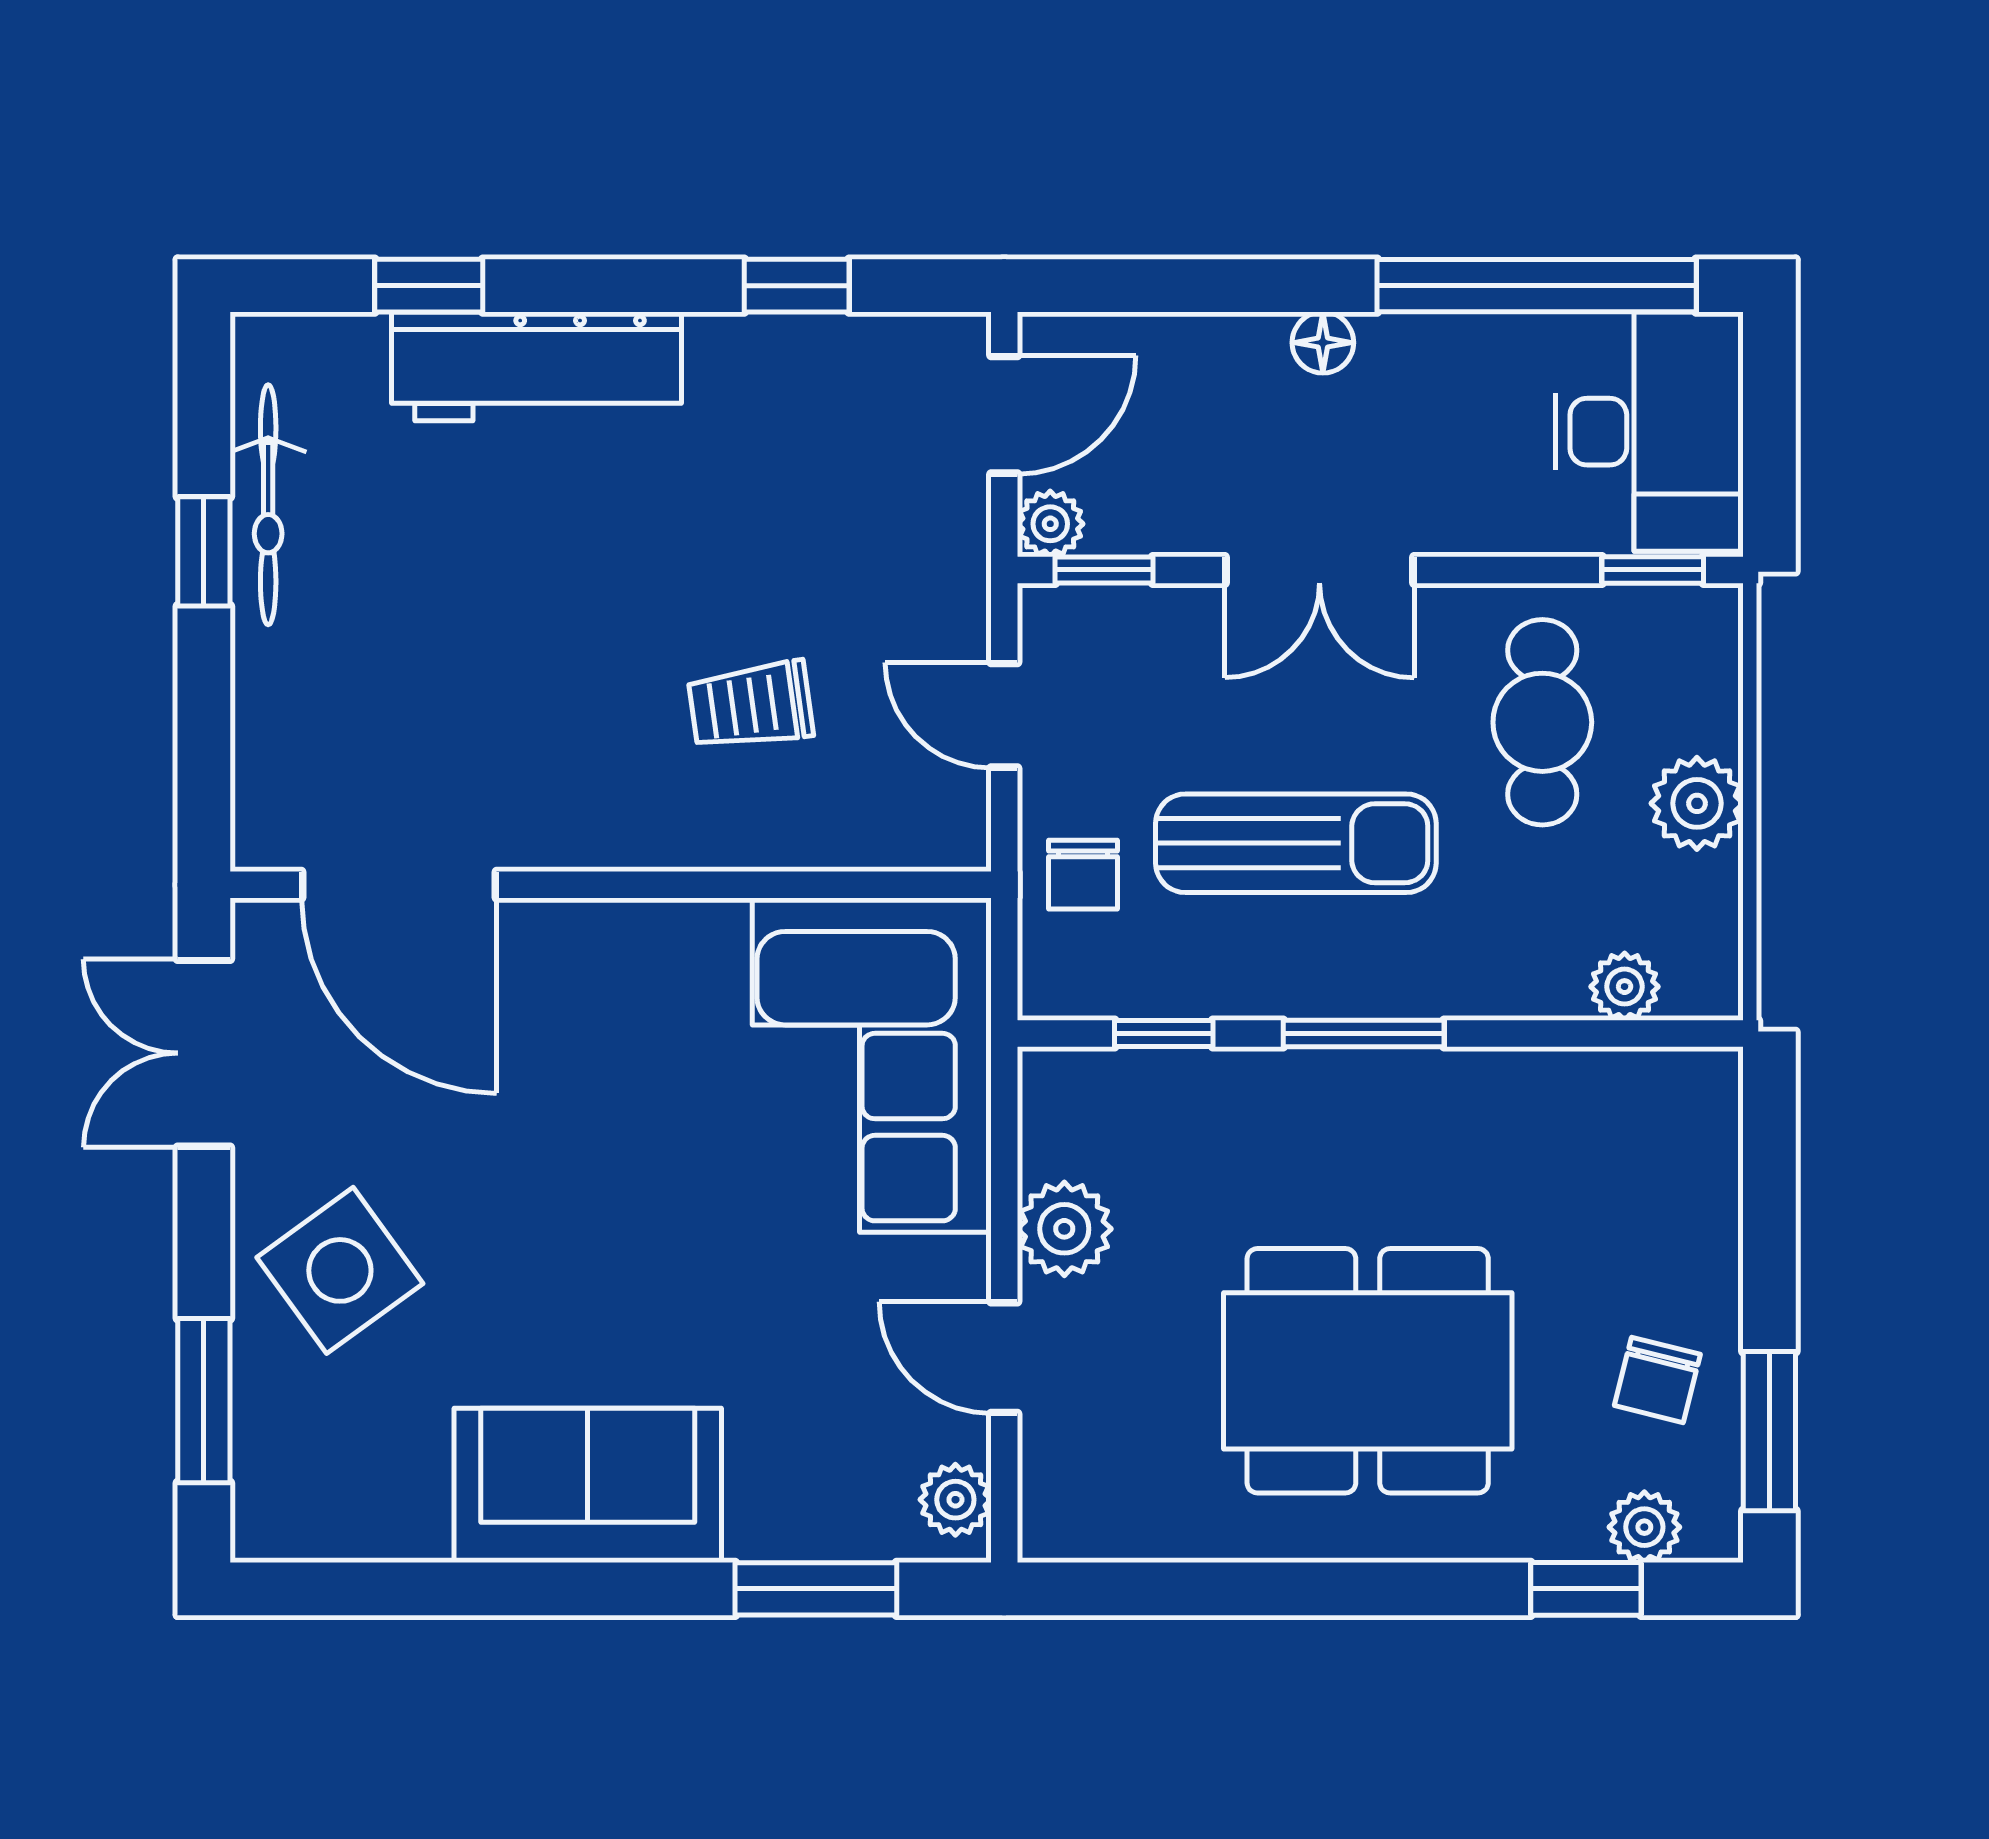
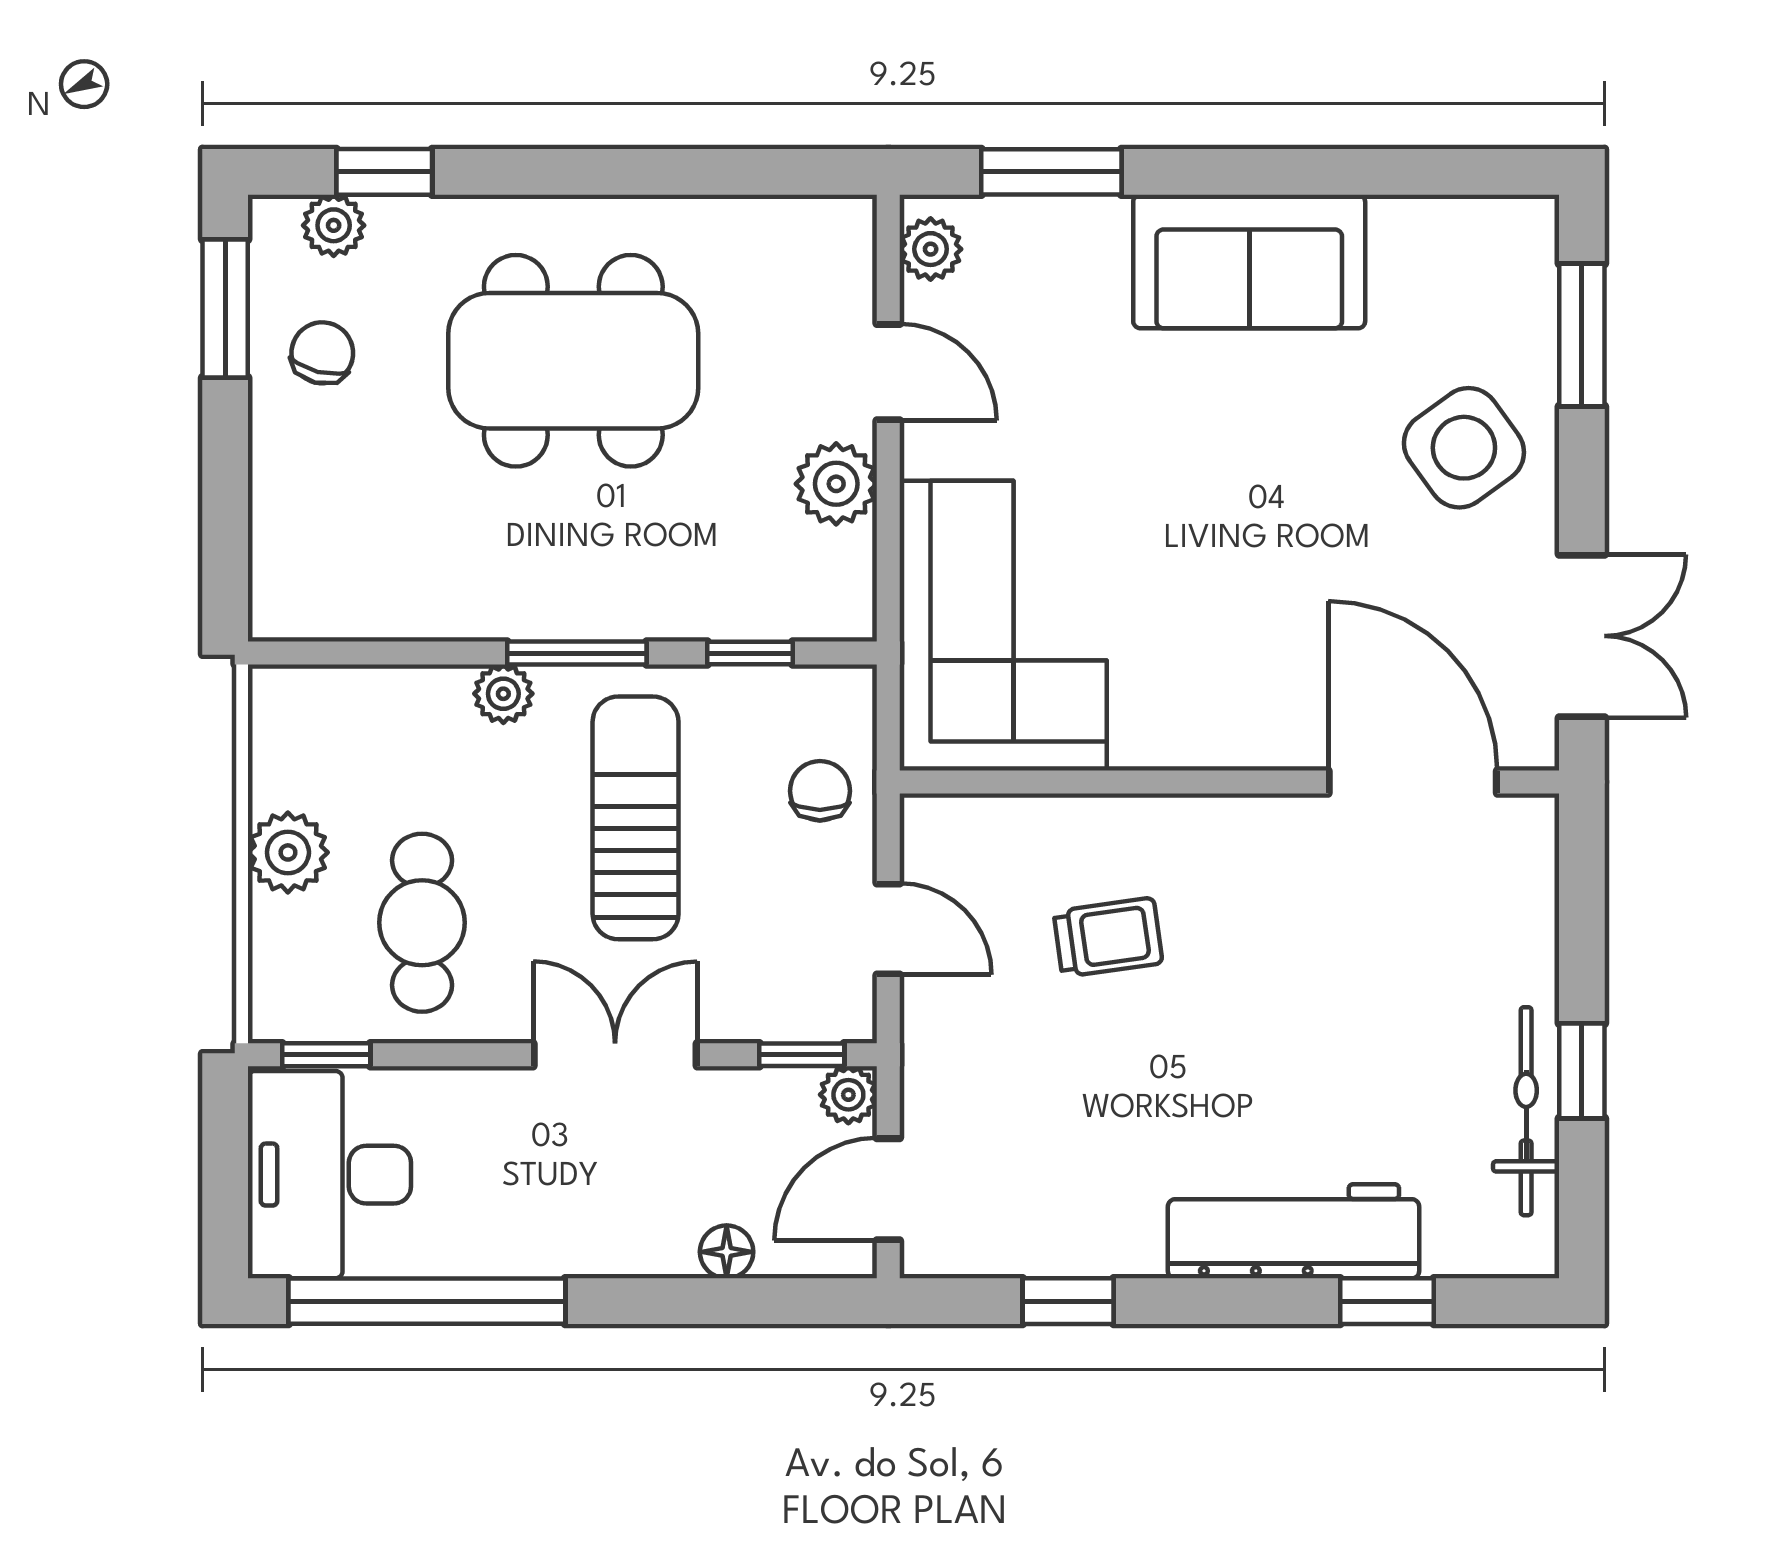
floor lamp: (1323, 343) -> (727, 1252), moved
sun lounger: (1296, 843) -> (636, 818), turned 90
plant: (1625, 987) -> (503, 694), moved

